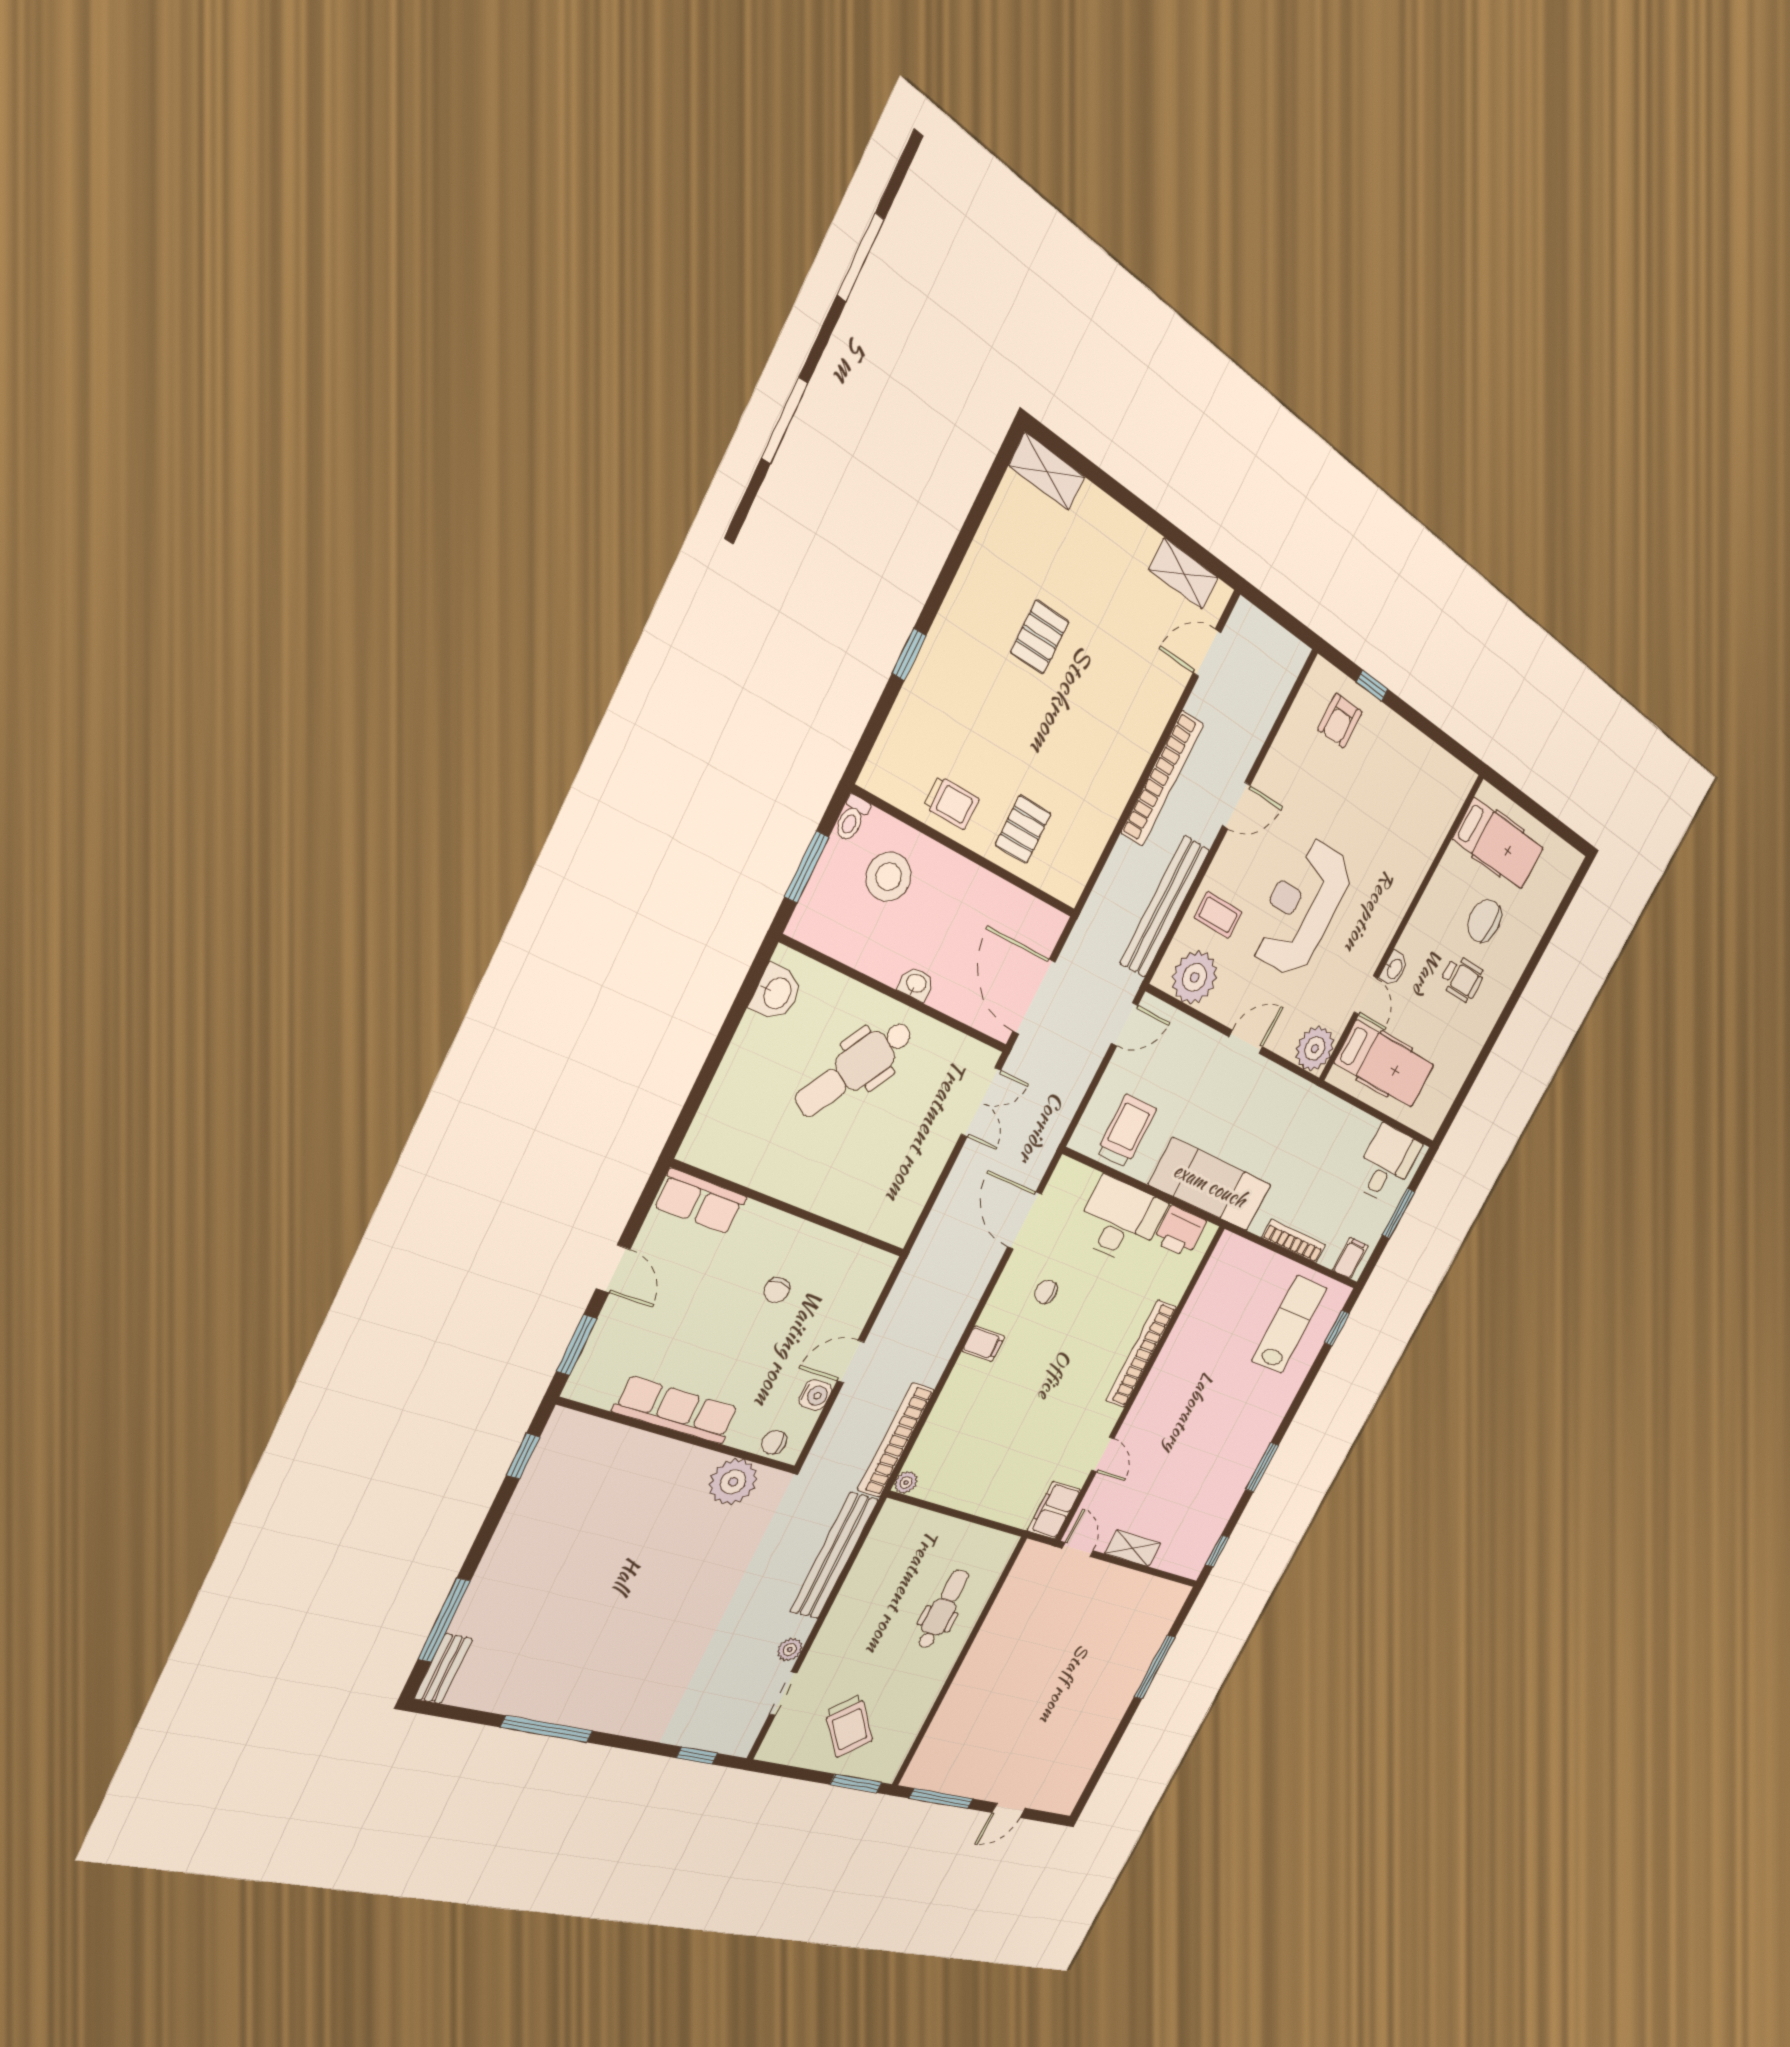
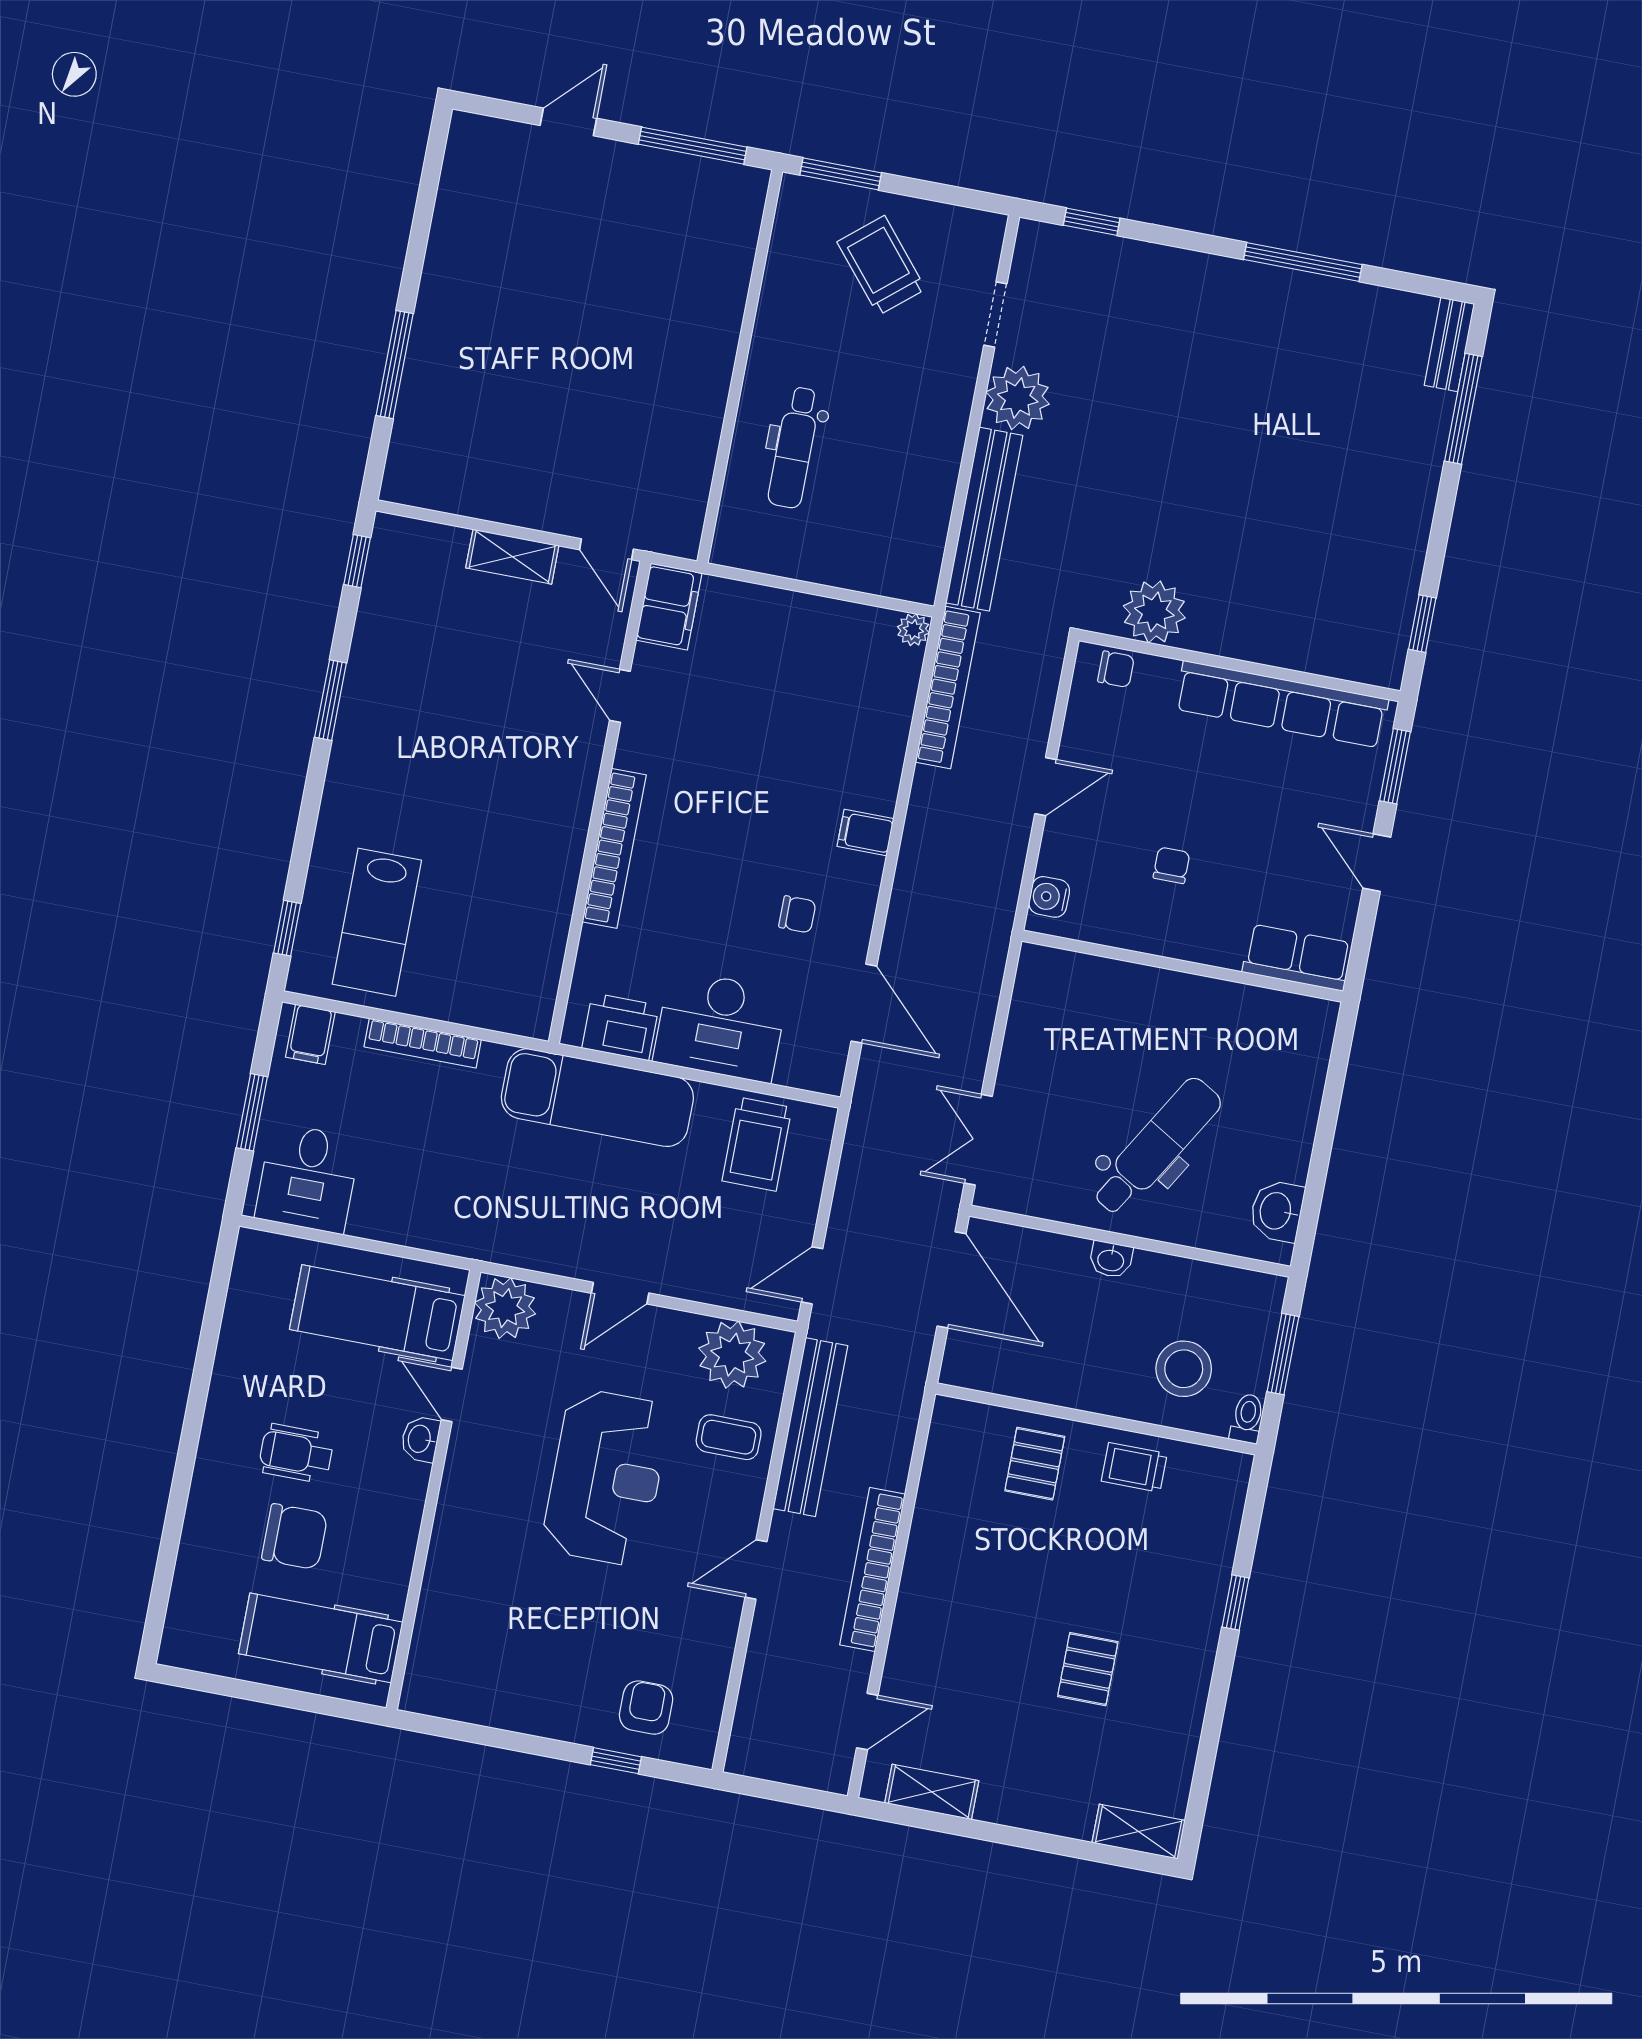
water cooler: (815, 1395) -> (1049, 897), moved
row of seats: (676, 1410) -> (1282, 704), width x1.36
plant: (790, 1650) -> (1018, 398), width x1.87, depth x1.87

